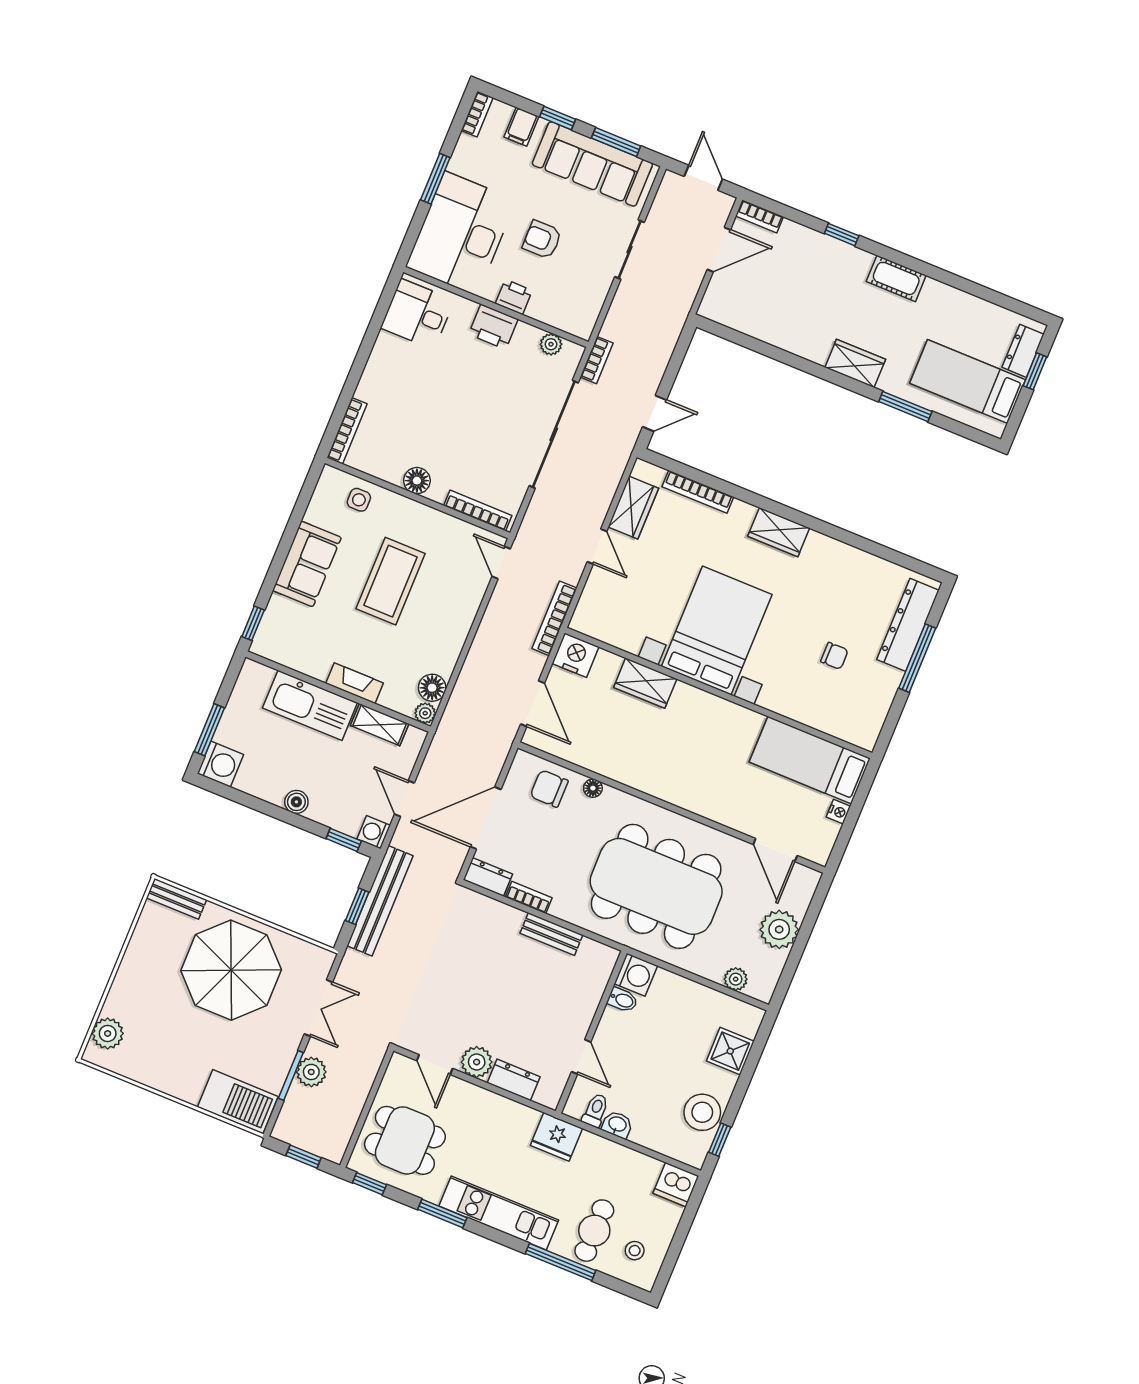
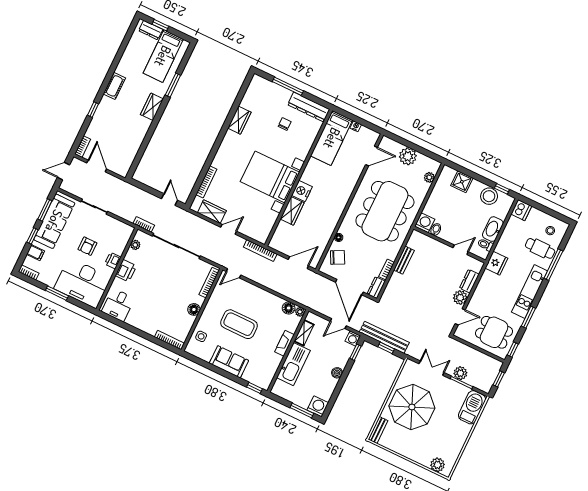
wardrobe: (779, 532) -> (239, 120), moved
dresser: (908, 625) -> (309, 107), moved
nightstand: (575, 655) -> (302, 191), moved
chair: (549, 789) -> (338, 257), turned -117
washbasin: (617, 1125) -> (493, 229), width x1.91, depth x1.45
dining table: (405, 1140) -> (494, 332), turned 90

